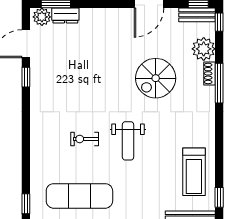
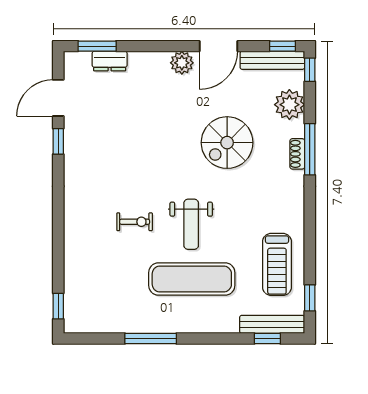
bench: (197, 15) -> (272, 60), width x1.36
plant: (42, 17) -> (182, 63), moved
shoe rack: (210, 73) -> (297, 154), moved
exercise bike: (85, 139) -> (135, 222), turned 180
exercise mat: (79, 196) -> (192, 279), moved

